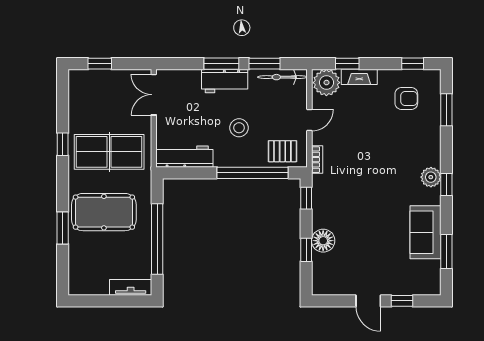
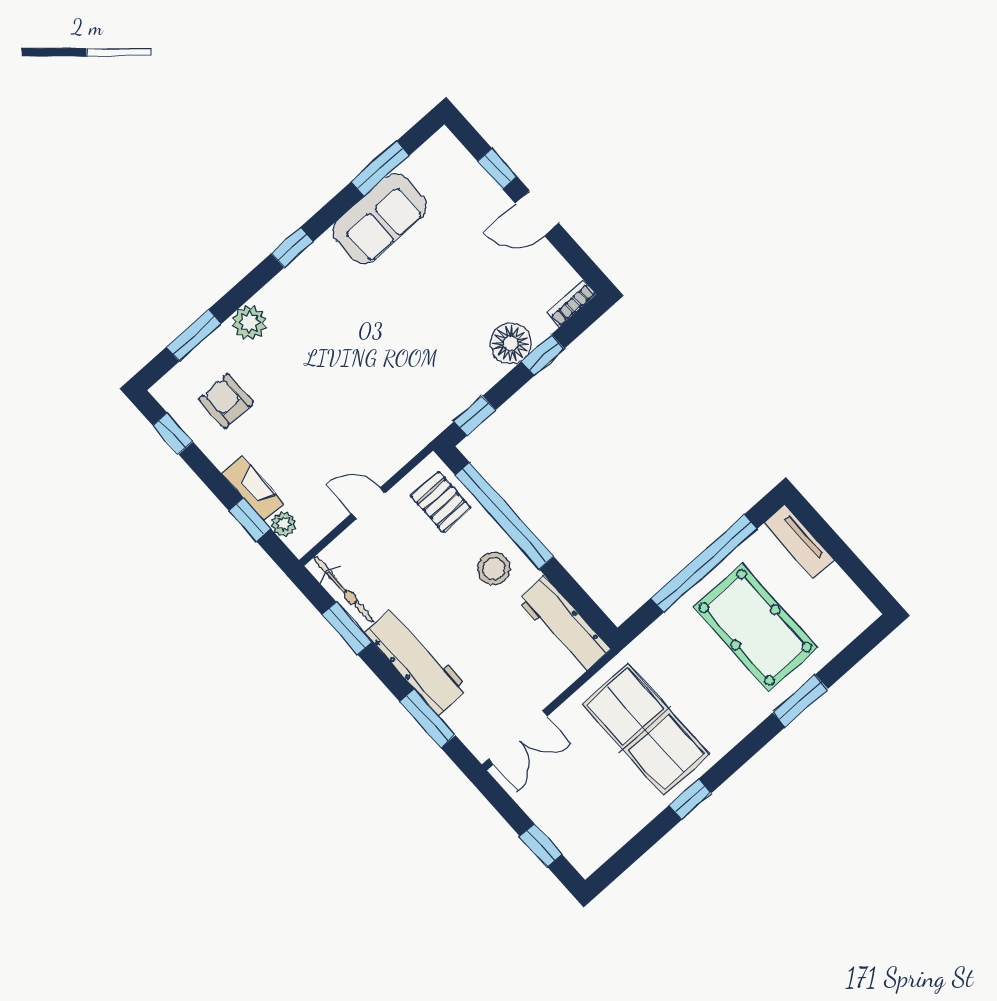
window: (221, 64) -> (428, 718), moved
workbench: (225, 81) -> (417, 660), width x1.38
plant: (326, 83) -> (283, 524), width x0.53, depth x0.53
stool: (239, 128) -> (494, 569), moved
bookcase: (317, 160) -> (572, 303), moved
plant: (431, 177) -> (249, 323), moved
pool table: (104, 212) -> (755, 627), moved
door: (368, 301) -> (537, 213), swing flipped

